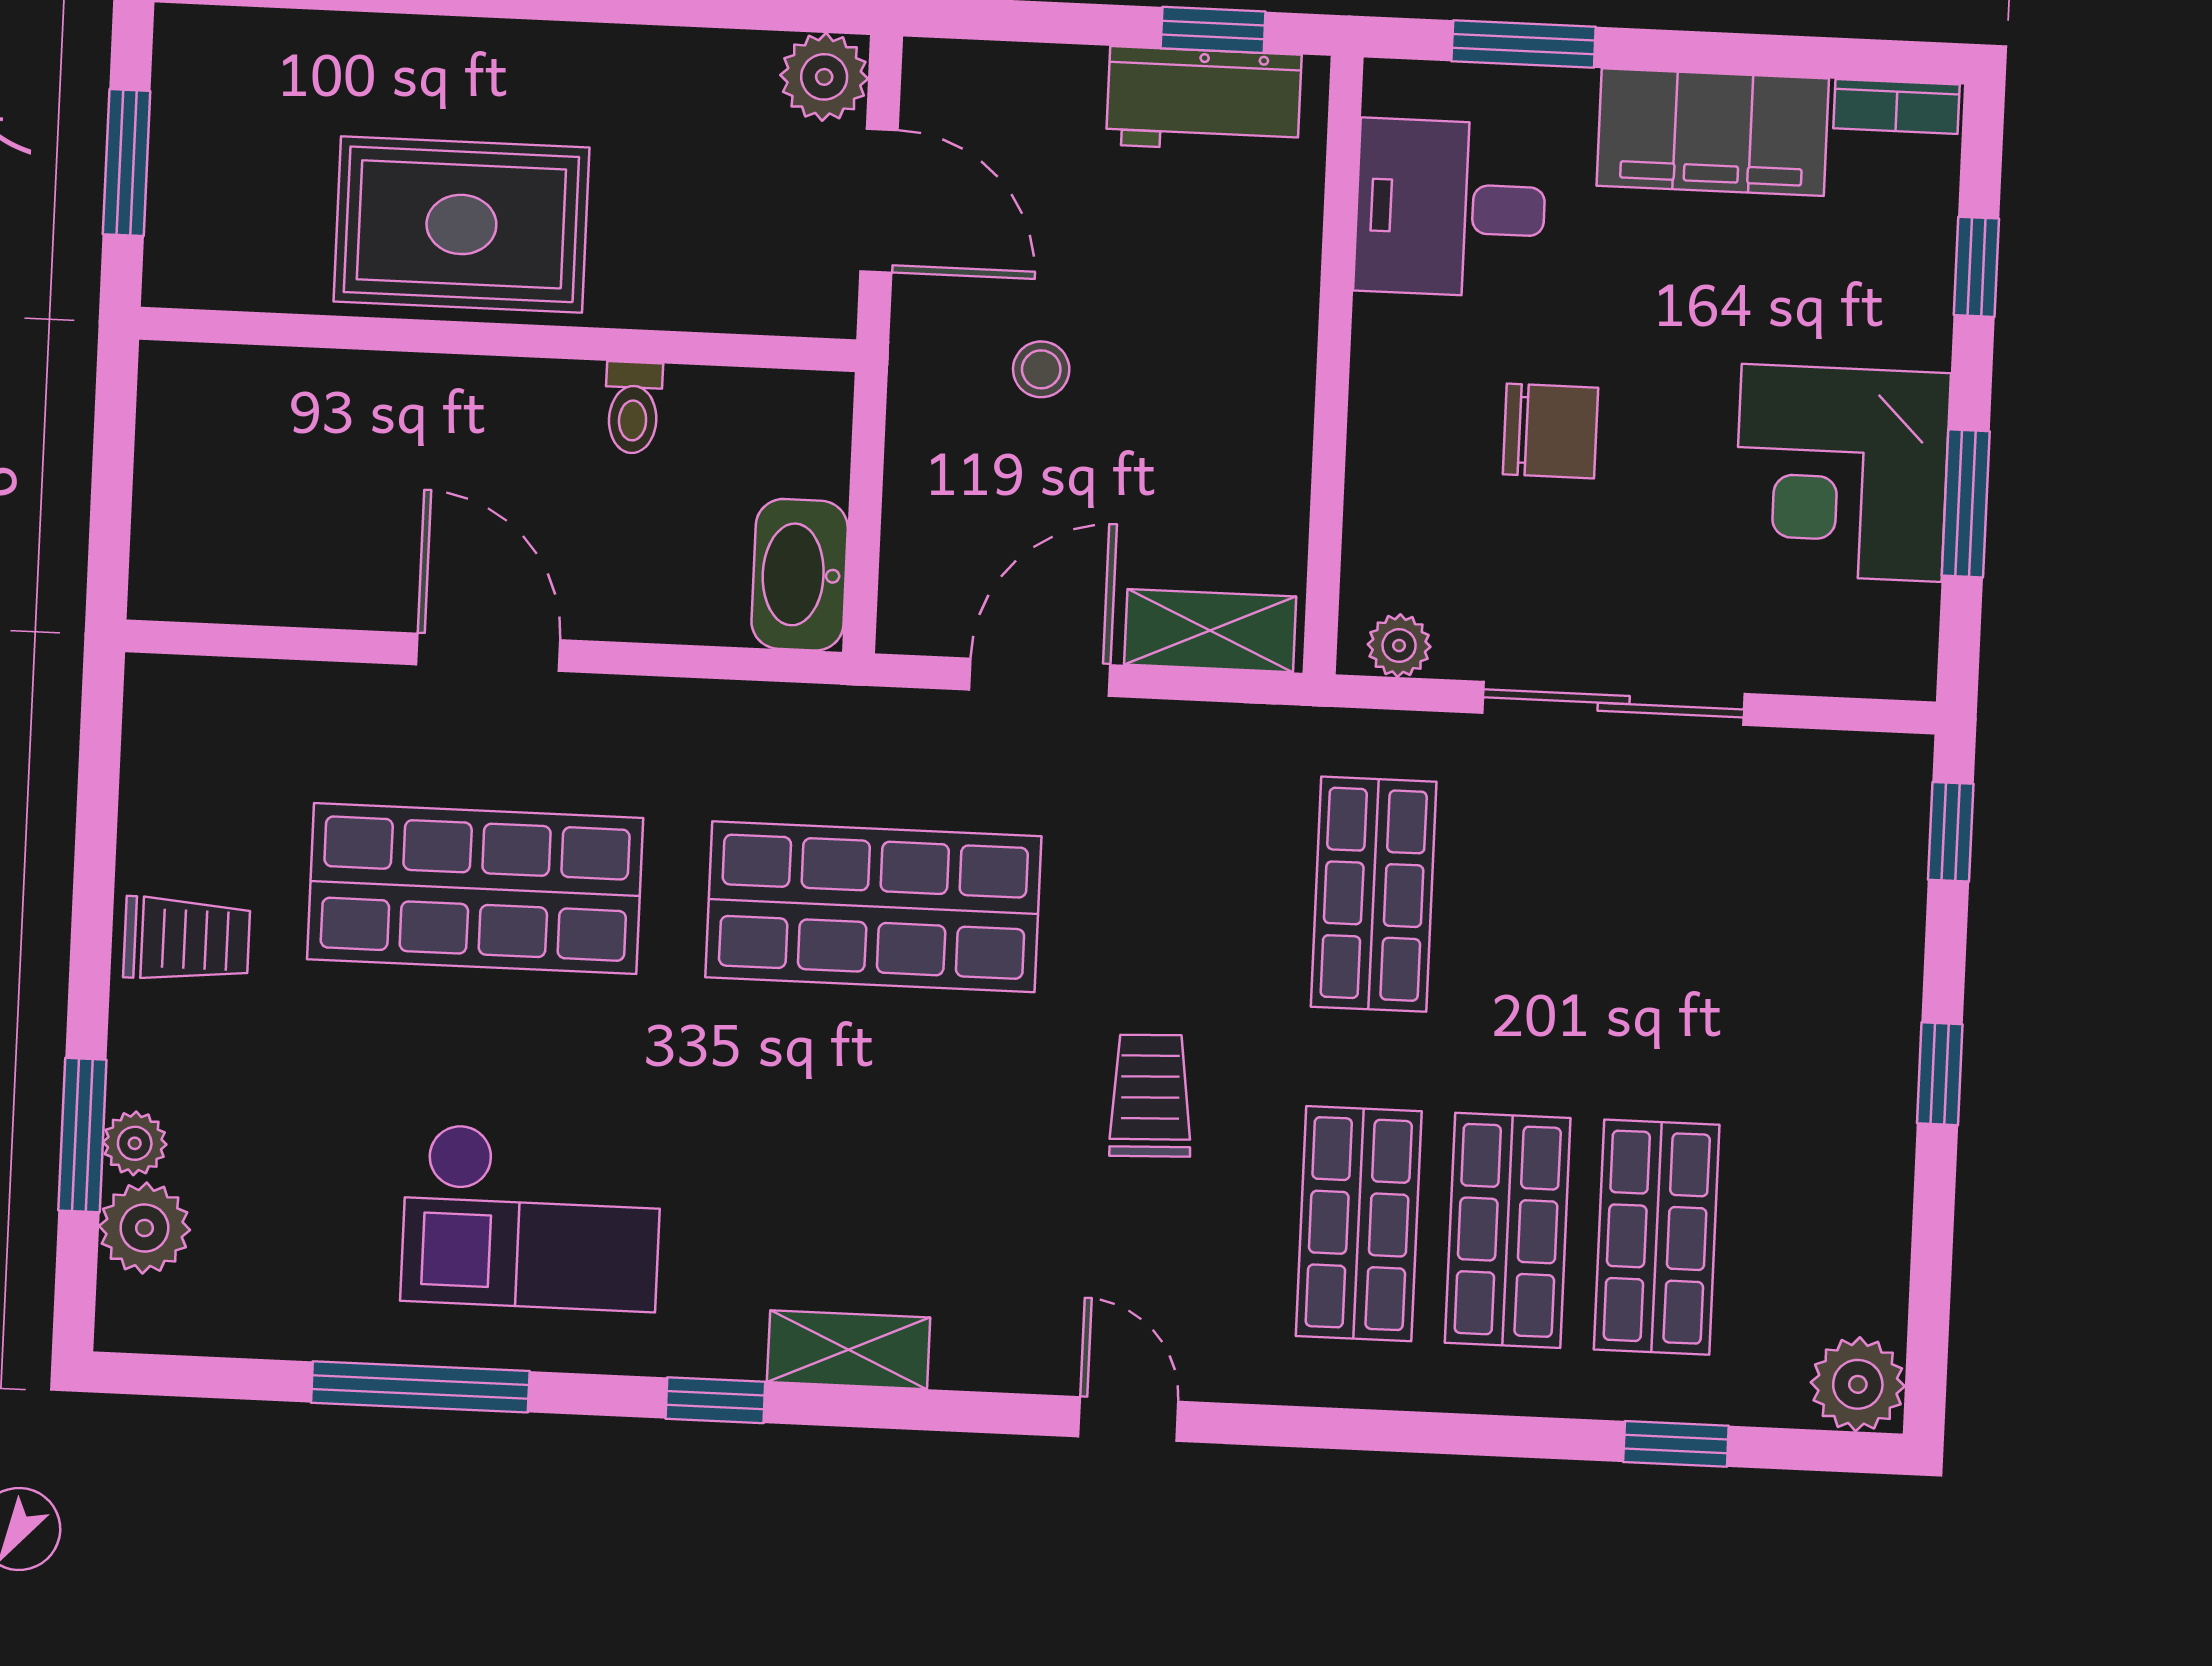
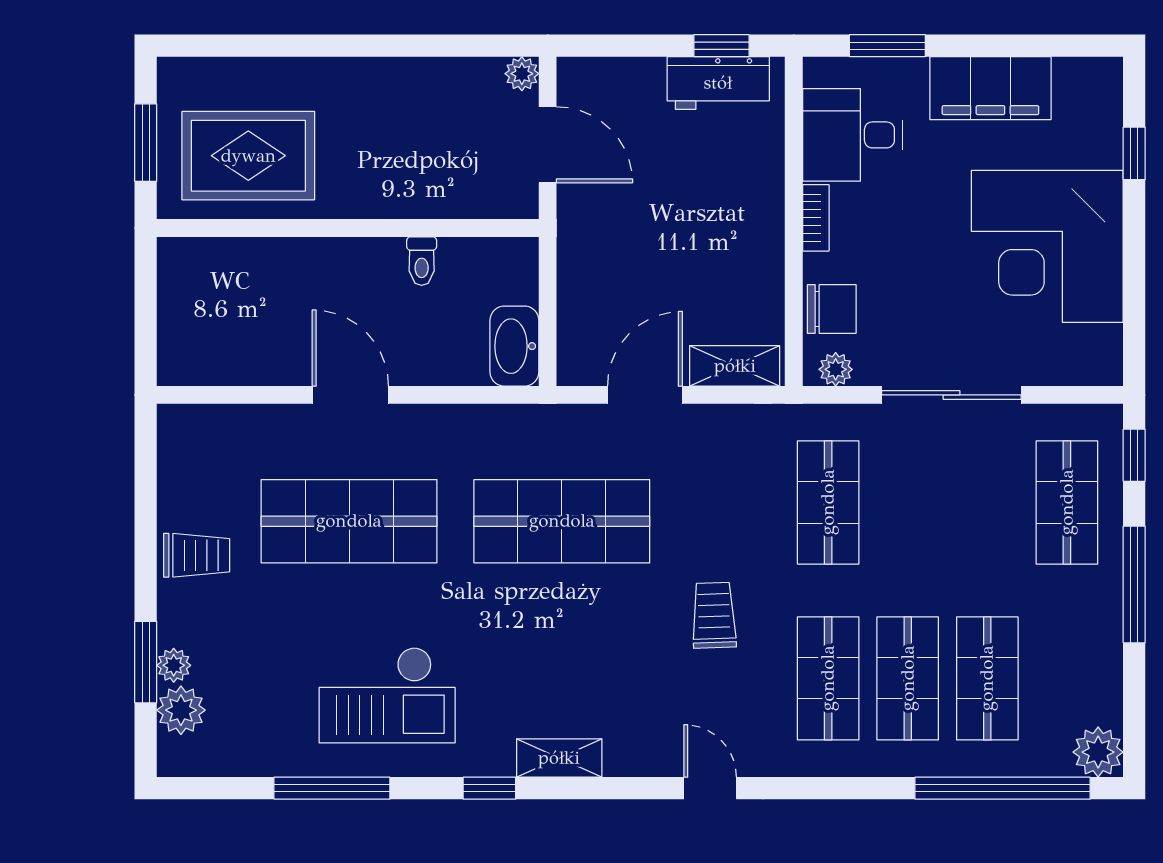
plant: (824, 77) -> (522, 74), width x0.73, depth x0.73
bookcase: (1896, 106) -> (816, 218), moved, turned -90
rug: (461, 224) -> (248, 156), moved
stool: (1041, 369) -> (638, 231), removed
chair: (1550, 431) -> (832, 309), moved
corner desk: (1842, 473) -> (1047, 246), width x1.36, depth x1.36
window: (1966, 503) -> (1134, 280), removed
shop shelf: (1821, 915) -> (1067, 502), added
window: (1940, 1074) -> (1134, 584), width x2.17
window: (1676, 1444) -> (1003, 788), width x3.17

